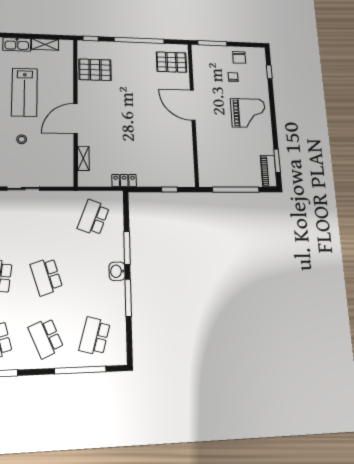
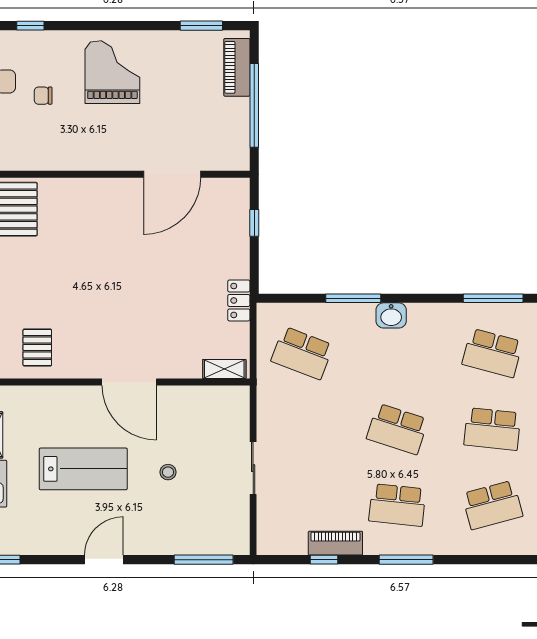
pallet: (95, 70) -> (37, 347), width x0.67, depth x0.71
door: (193, 105) -> (172, 174), moved
shelving: (83, 158) -> (224, 369), moved
piano: (269, 171) -> (237, 67), moved, turned 90
school desk: (46, 276) -> (397, 429), turned 36
window: (128, 298) -> (493, 298), moved
school desk: (46, 338) -> (492, 429), turned 30

